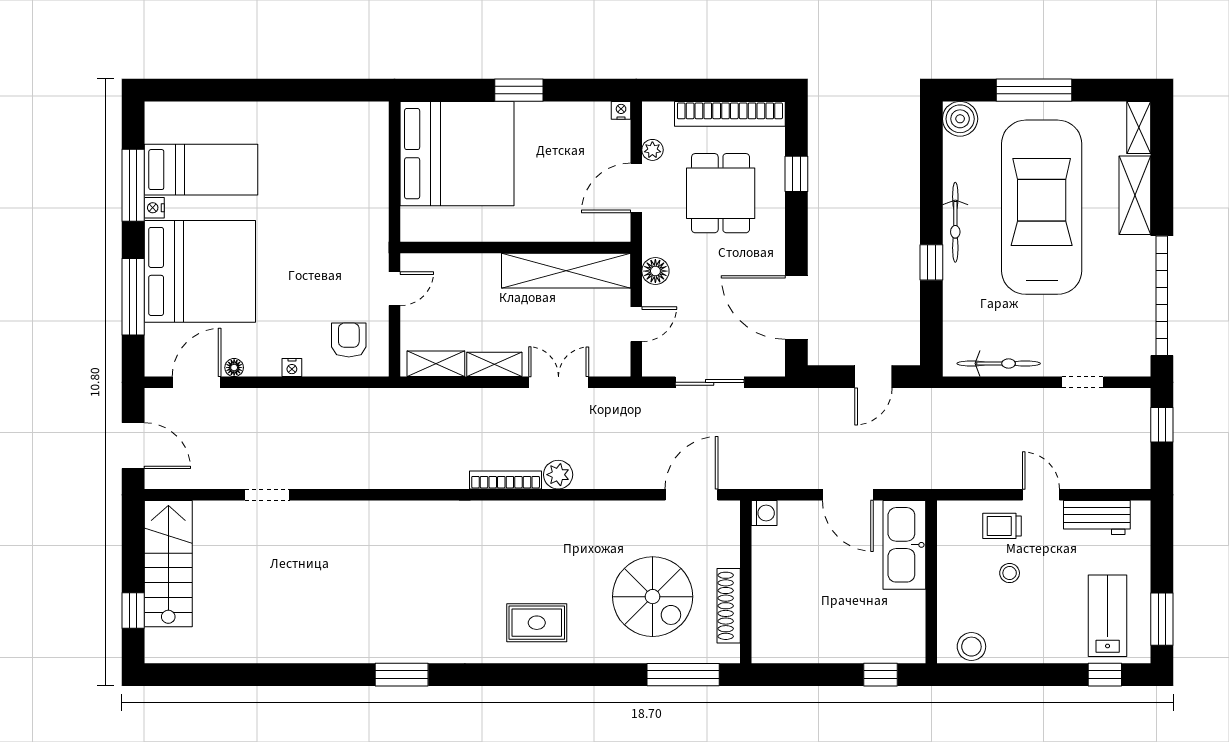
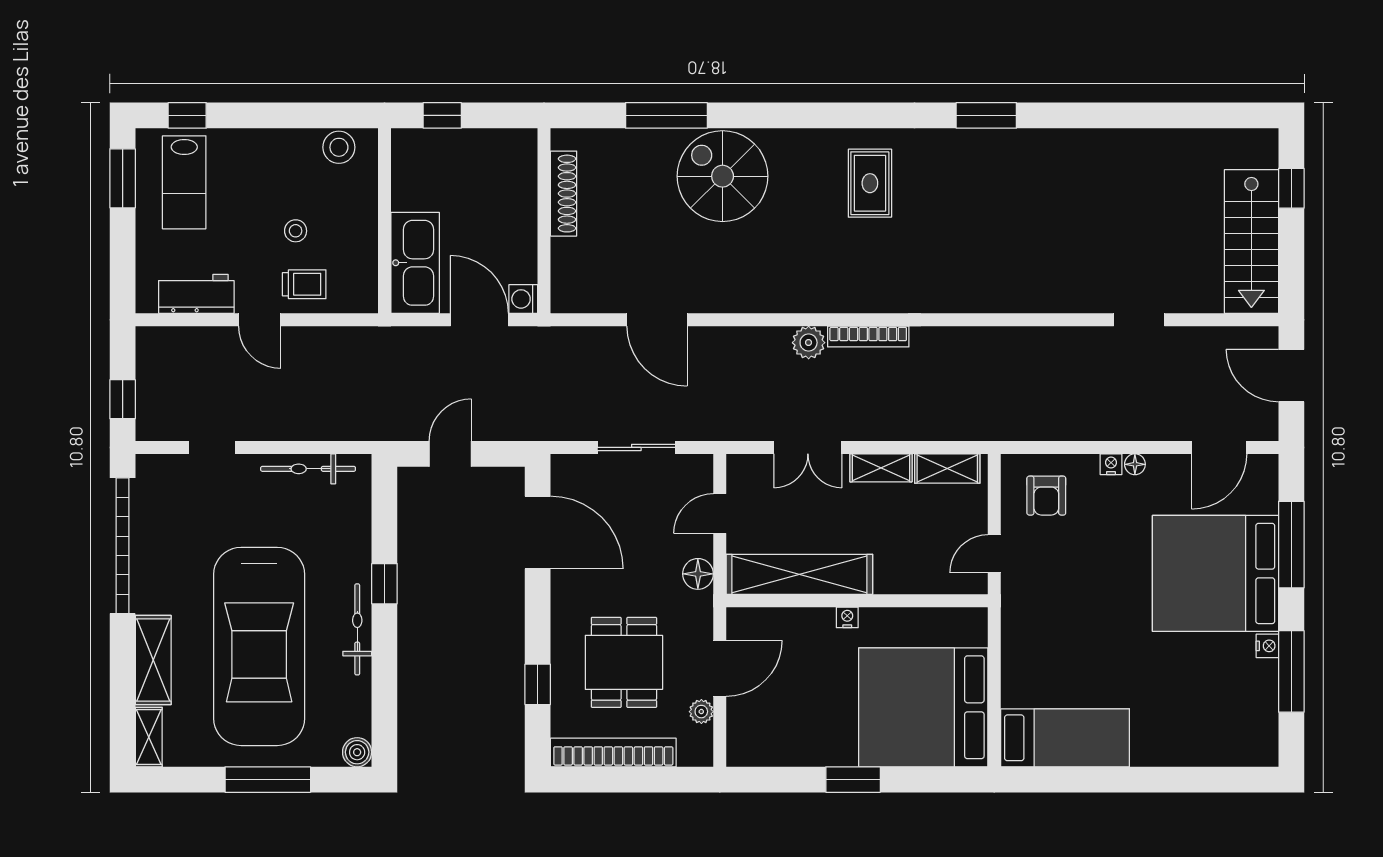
nightstand: (621, 110) -> (847, 617), moved, turned 180
boiler: (960, 119) -> (357, 752), width x0.73, depth x0.73
bed: (201, 170) -> (1065, 738), moved, turned 180
floor lamp: (234, 368) -> (1135, 464), moved
door: (691, 495) -> (657, 320), hinge flipped
washing machine: (764, 513) -> (523, 299), moved
wall: (746, 582) -> (544, 221), moved
spiral stairs: (653, 597) -> (723, 176), moved
shoe rack: (729, 606) -> (564, 194), moved
rug: (537, 623) -> (870, 183), moved, turned 90

